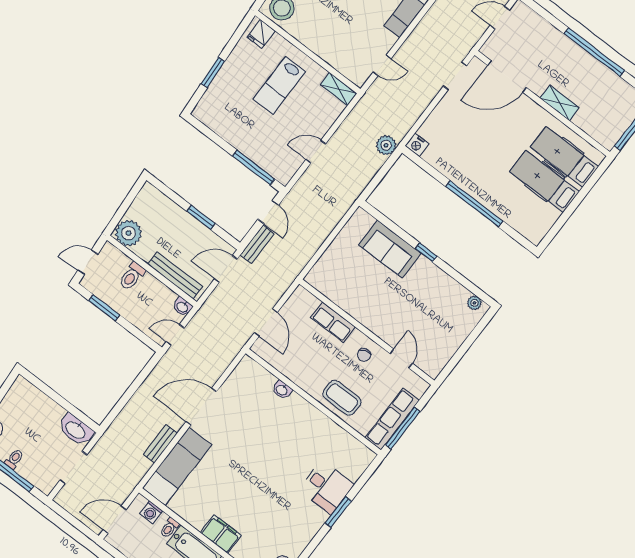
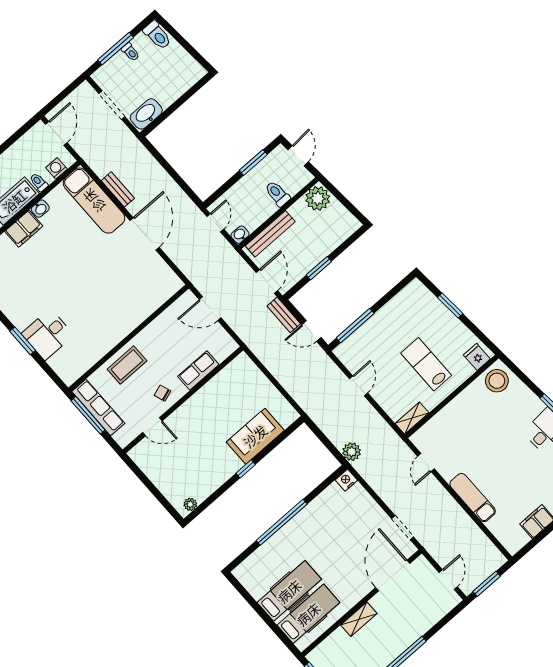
washbasin: (282, 390) -> (40, 209), moved, turned 180

